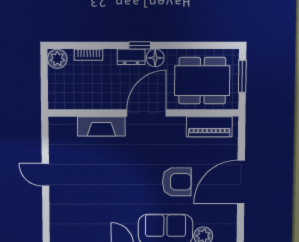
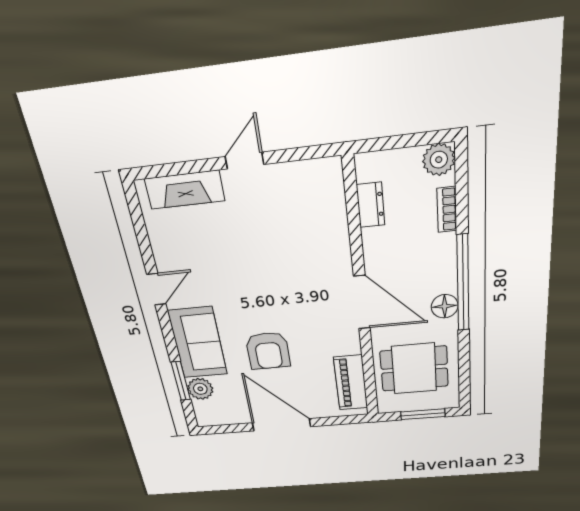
window: (140, 45) -> (463, 284), width x3.17
dresser: (131, 57) -> (371, 205), moved, turned 180
dining table: (202, 81) -> (414, 369), width x0.73
fireplace: (101, 126) -> (185, 190), moved, turned -90

